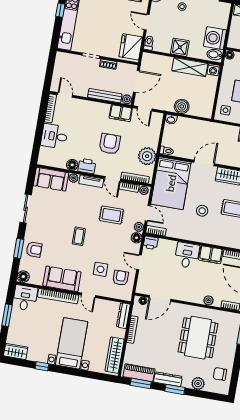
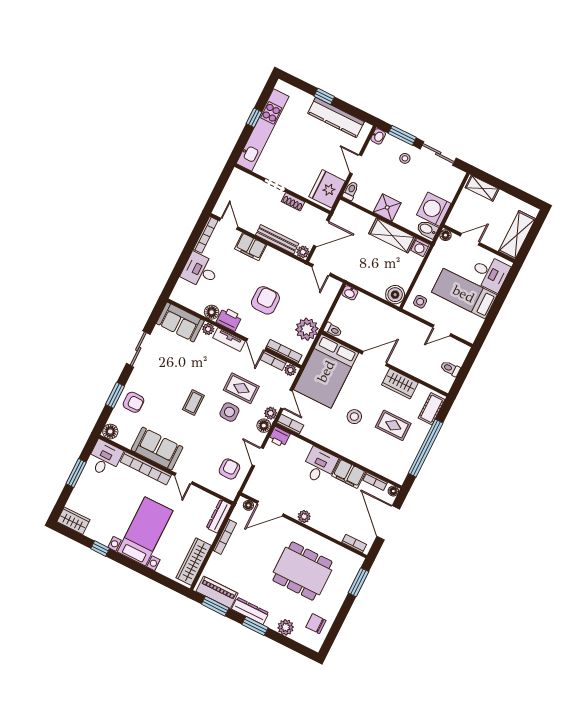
boiler: (182, 106) -> (395, 295), moved
filing cabinet: (121, 113) -> (251, 247), moved
side table: (100, 269) -> (229, 412), moved
plant: (208, 300) -> (304, 517), moved
dining table: (198, 338) -> (302, 571), turned 90

